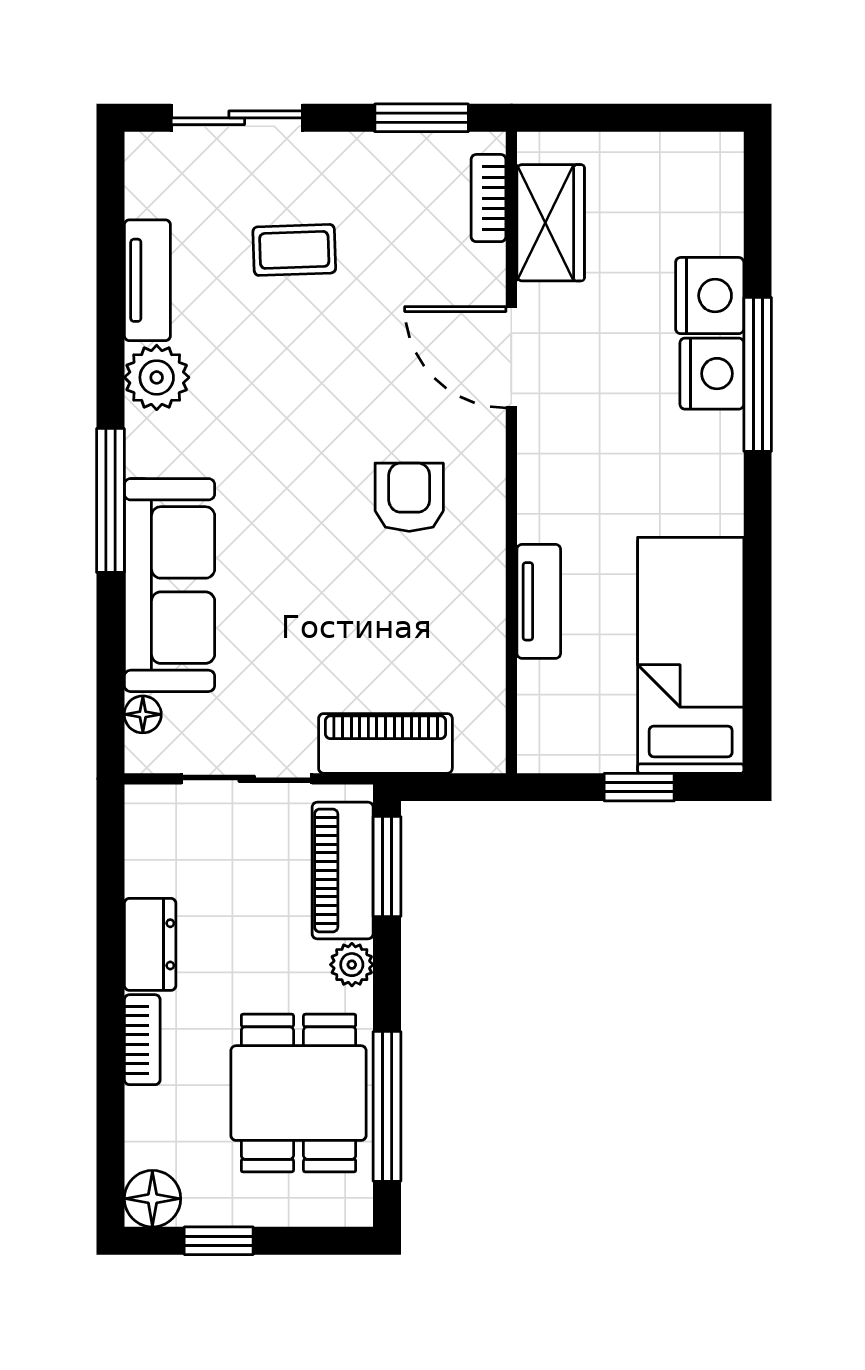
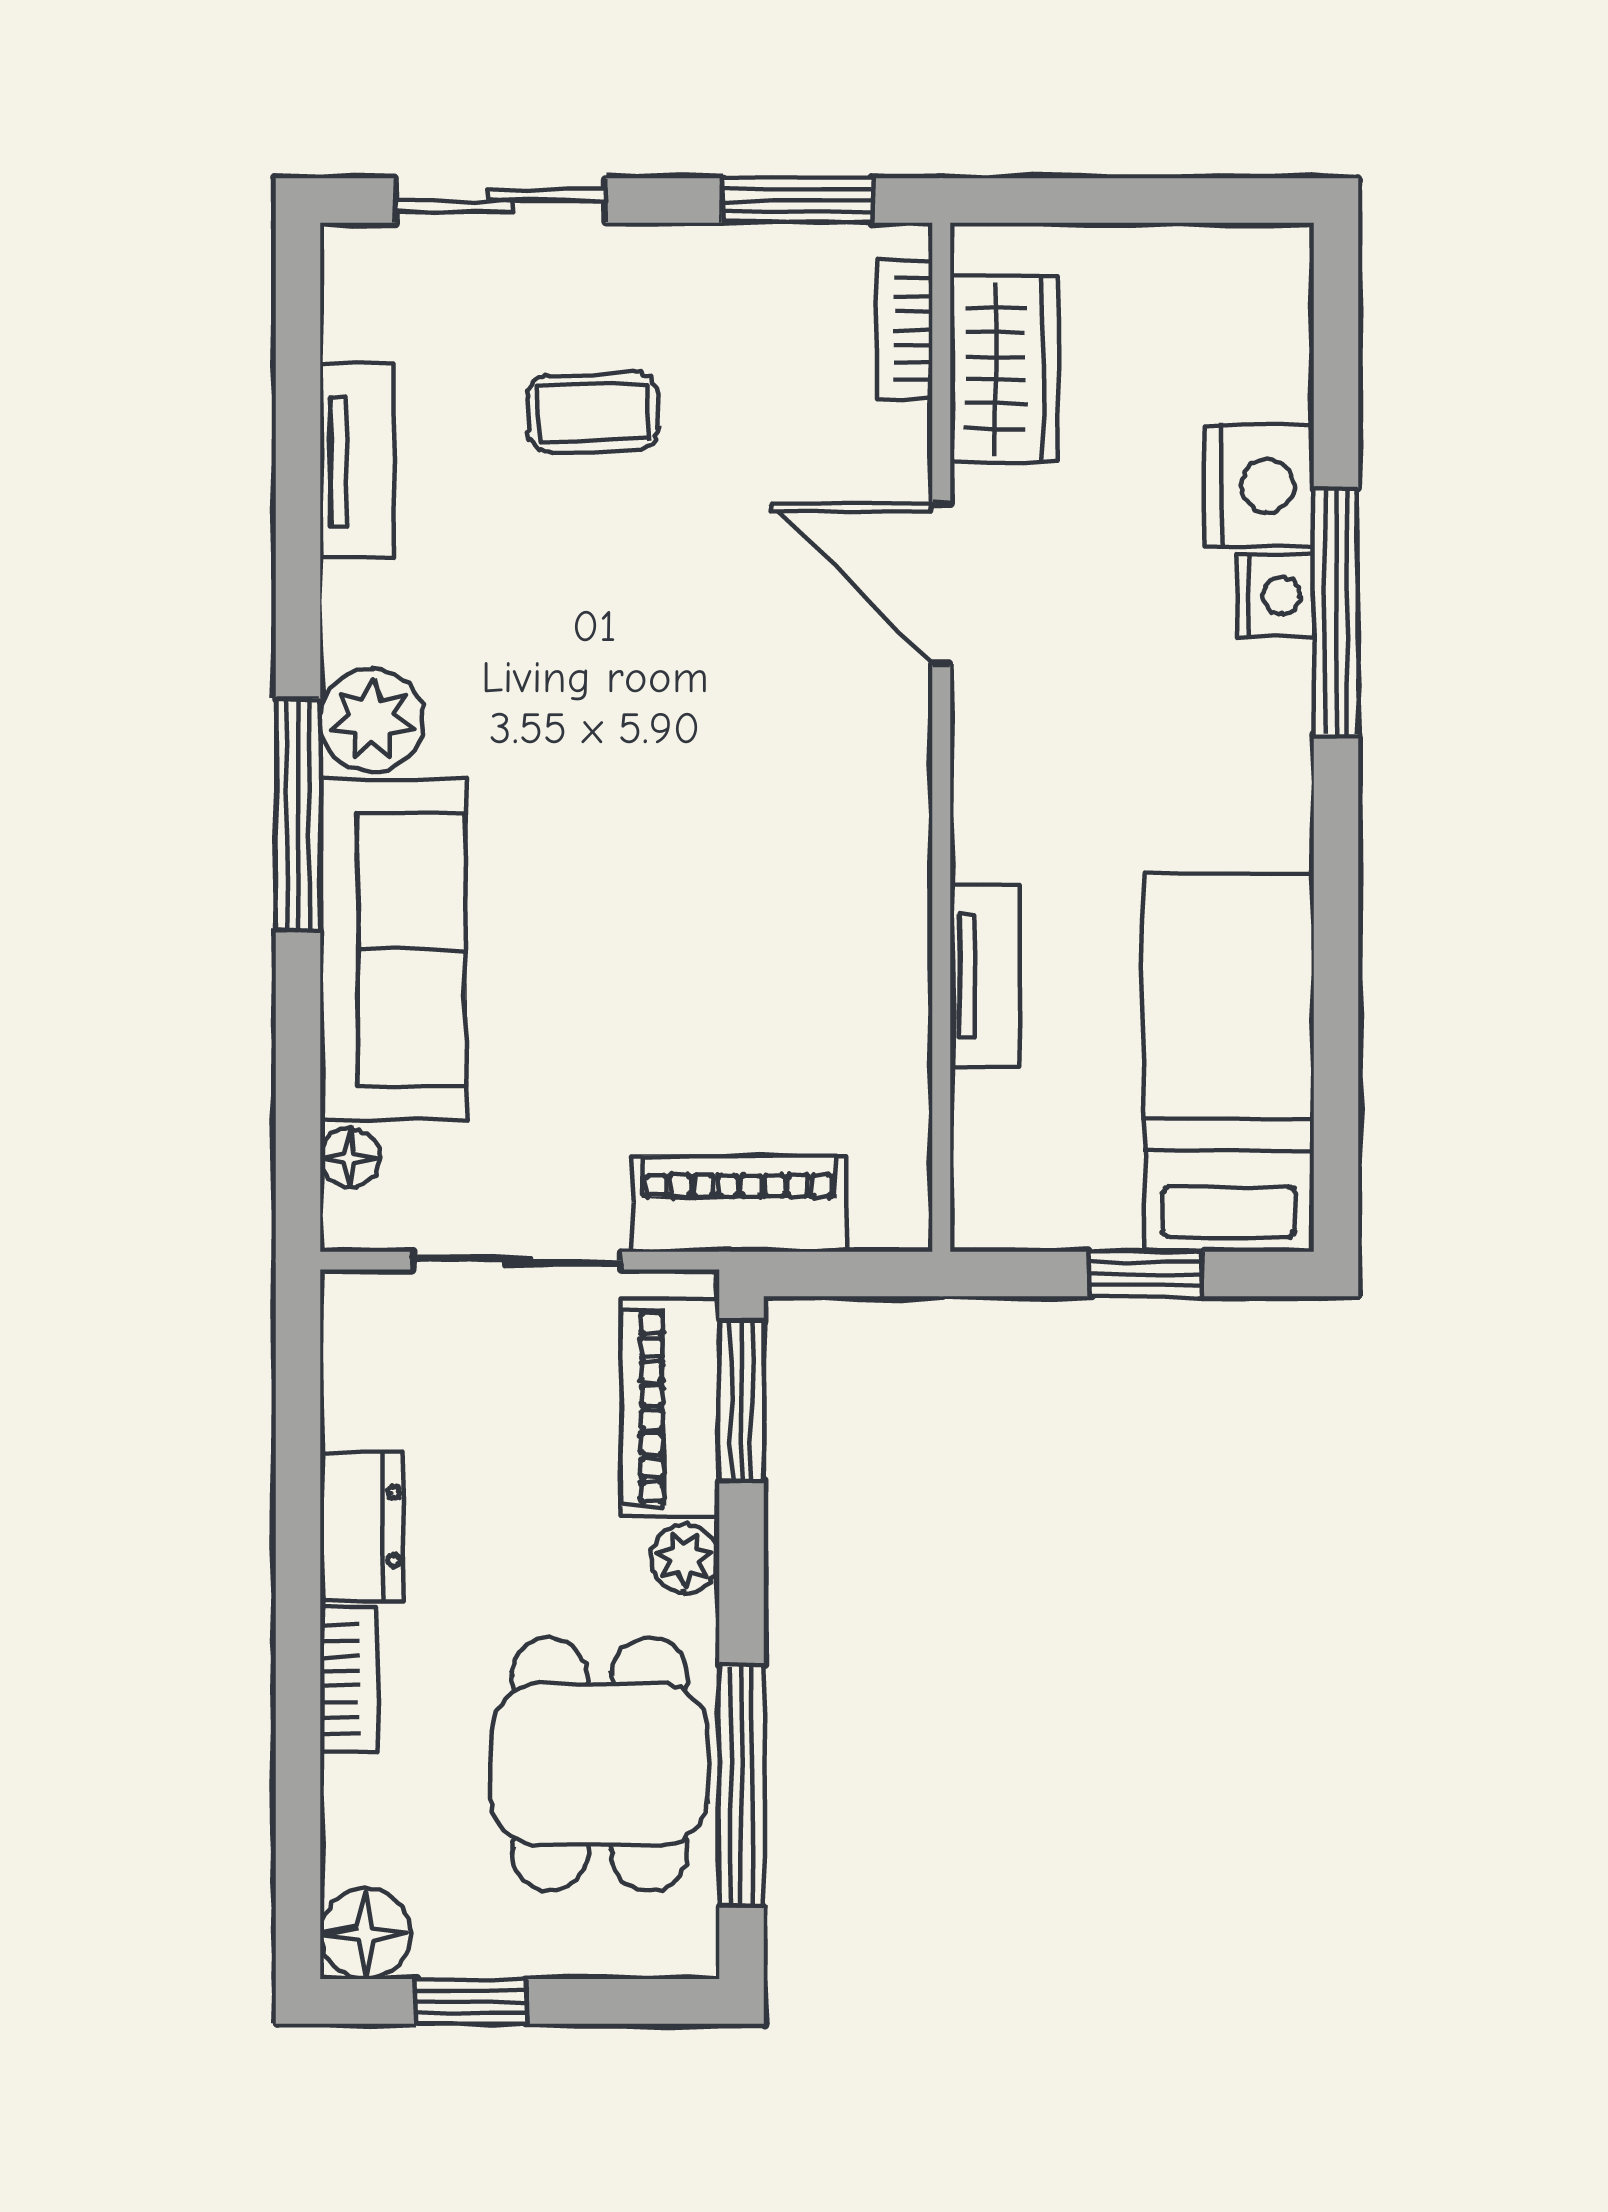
nightstand: (712, 374) -> (1275, 596), width x0.74, depth x0.75
plant: (157, 377) -> (372, 720), moved
armchair: (409, 497) -> (777, 809), removed

